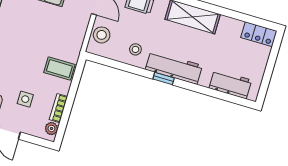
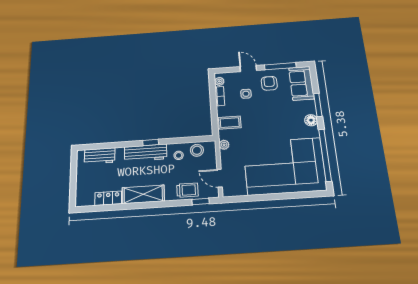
locker: (259, 34) -> (108, 198), moved
stool: (102, 35) -> (197, 150), moved
plant: (77, 43) -> (224, 145), added

